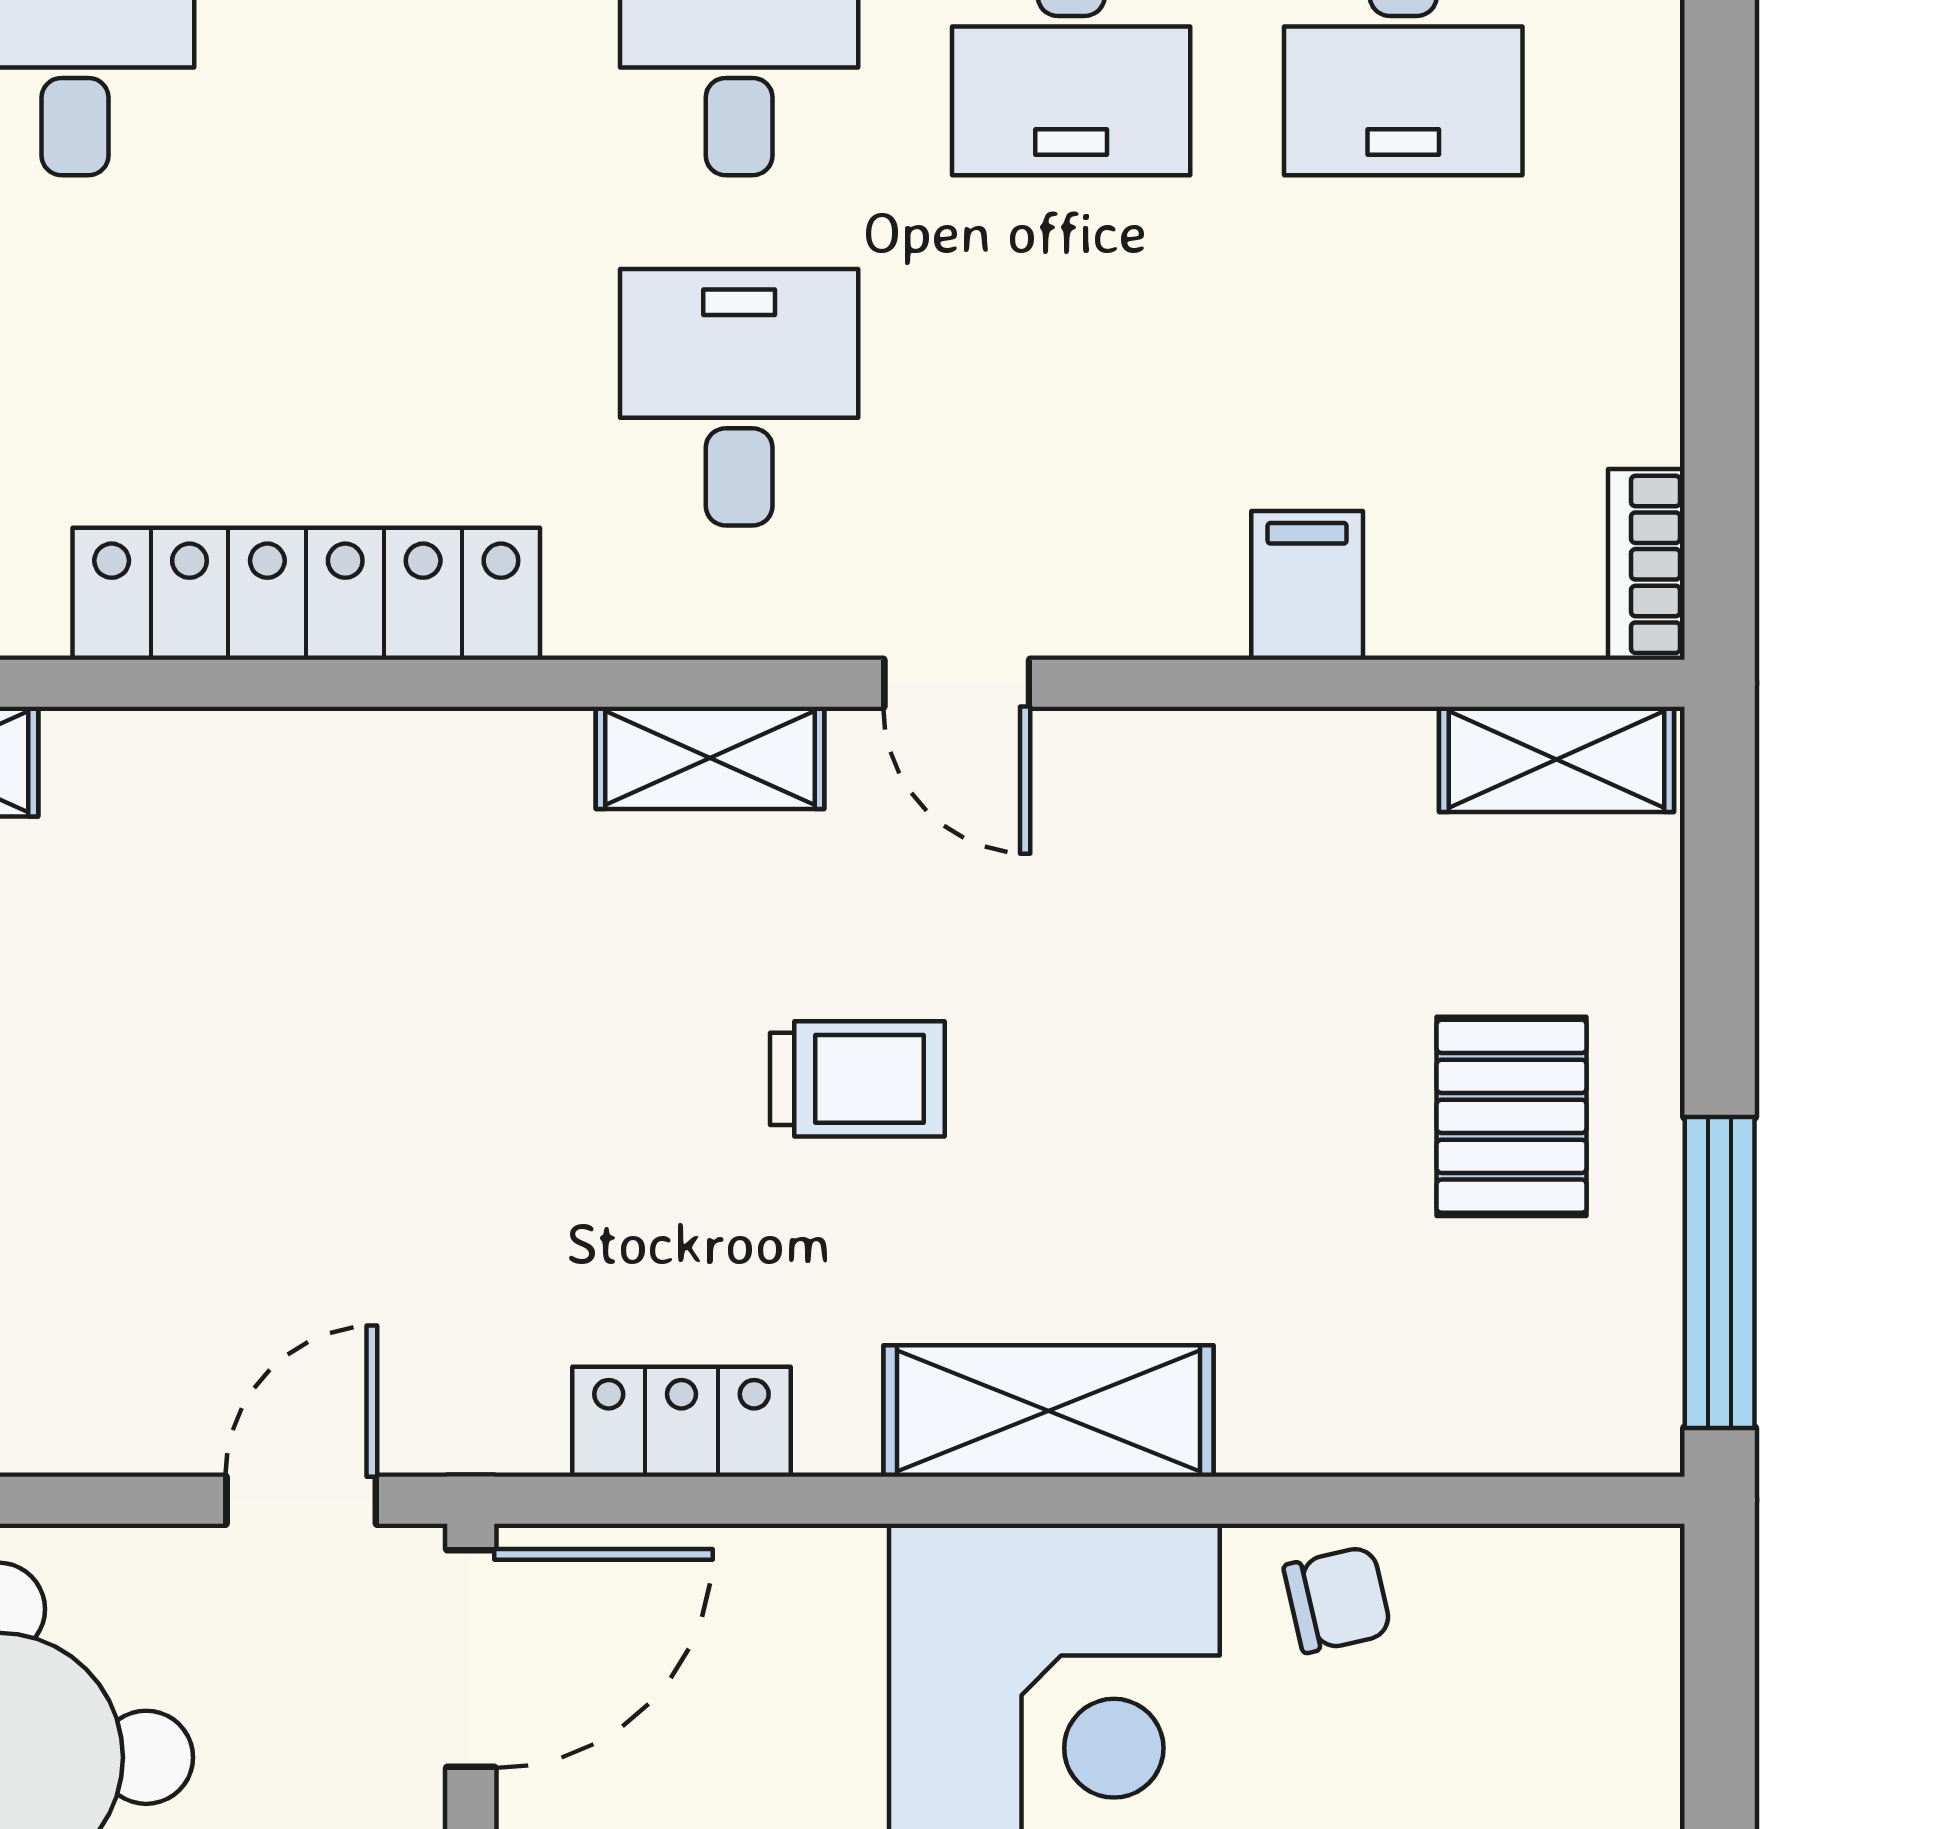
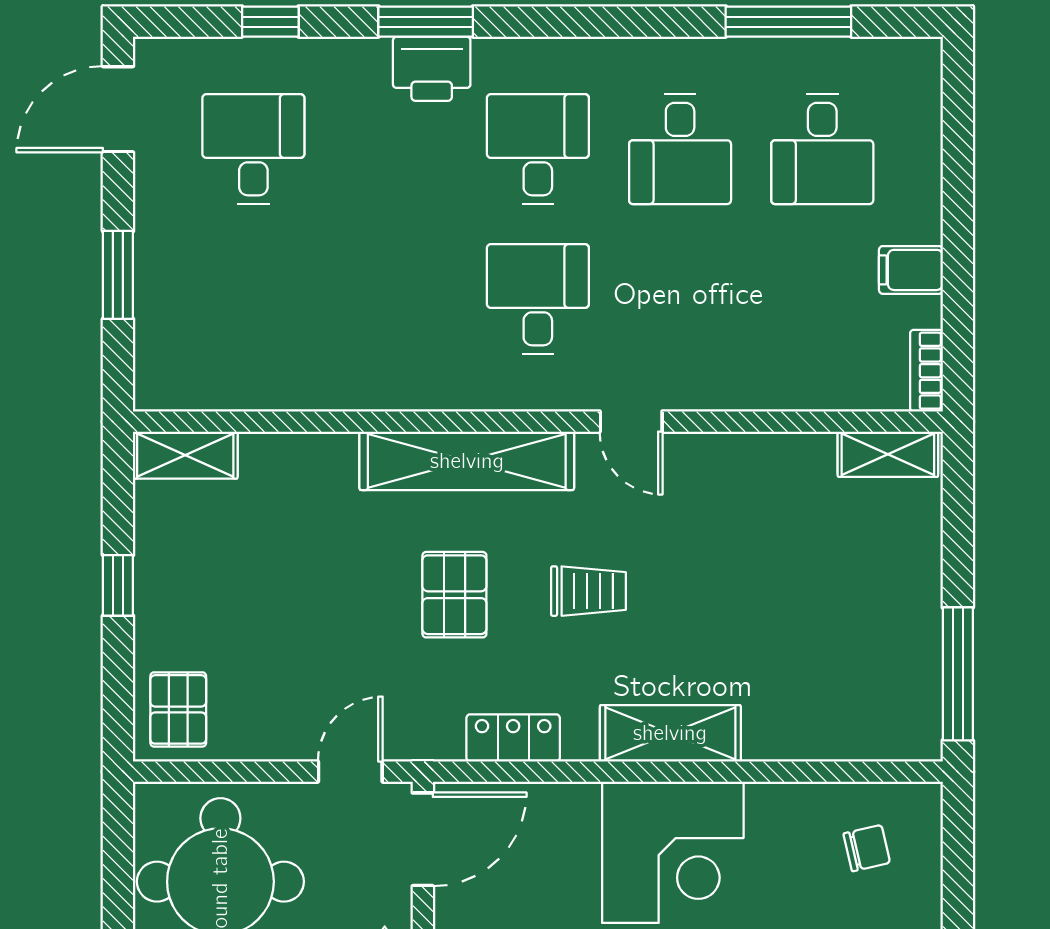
filing cabinet: (1307, 585) -> (911, 270), moved, turned -90
locker: (306, 594) -> (352, 383), removed
shelving: (710, 758) -> (467, 461), width x2.20, depth x1.33
pallet: (1512, 1116) -> (454, 595), moved
chair: (1338, 1599) -> (867, 848), moved

